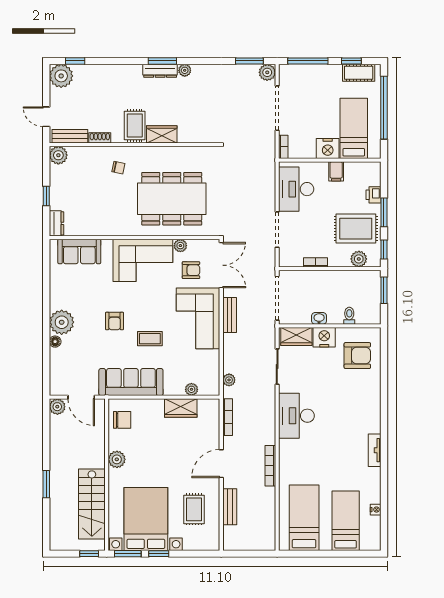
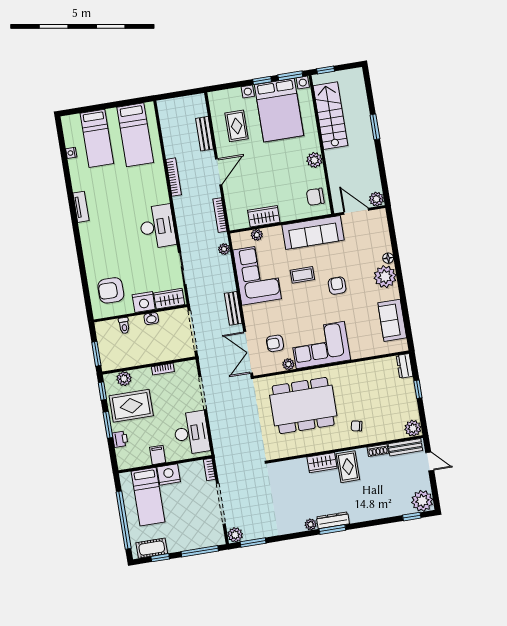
sofa: (79, 251) -> (392, 320), moved, turned -90
corner sofa: (198, 318) -> (257, 274), moved

